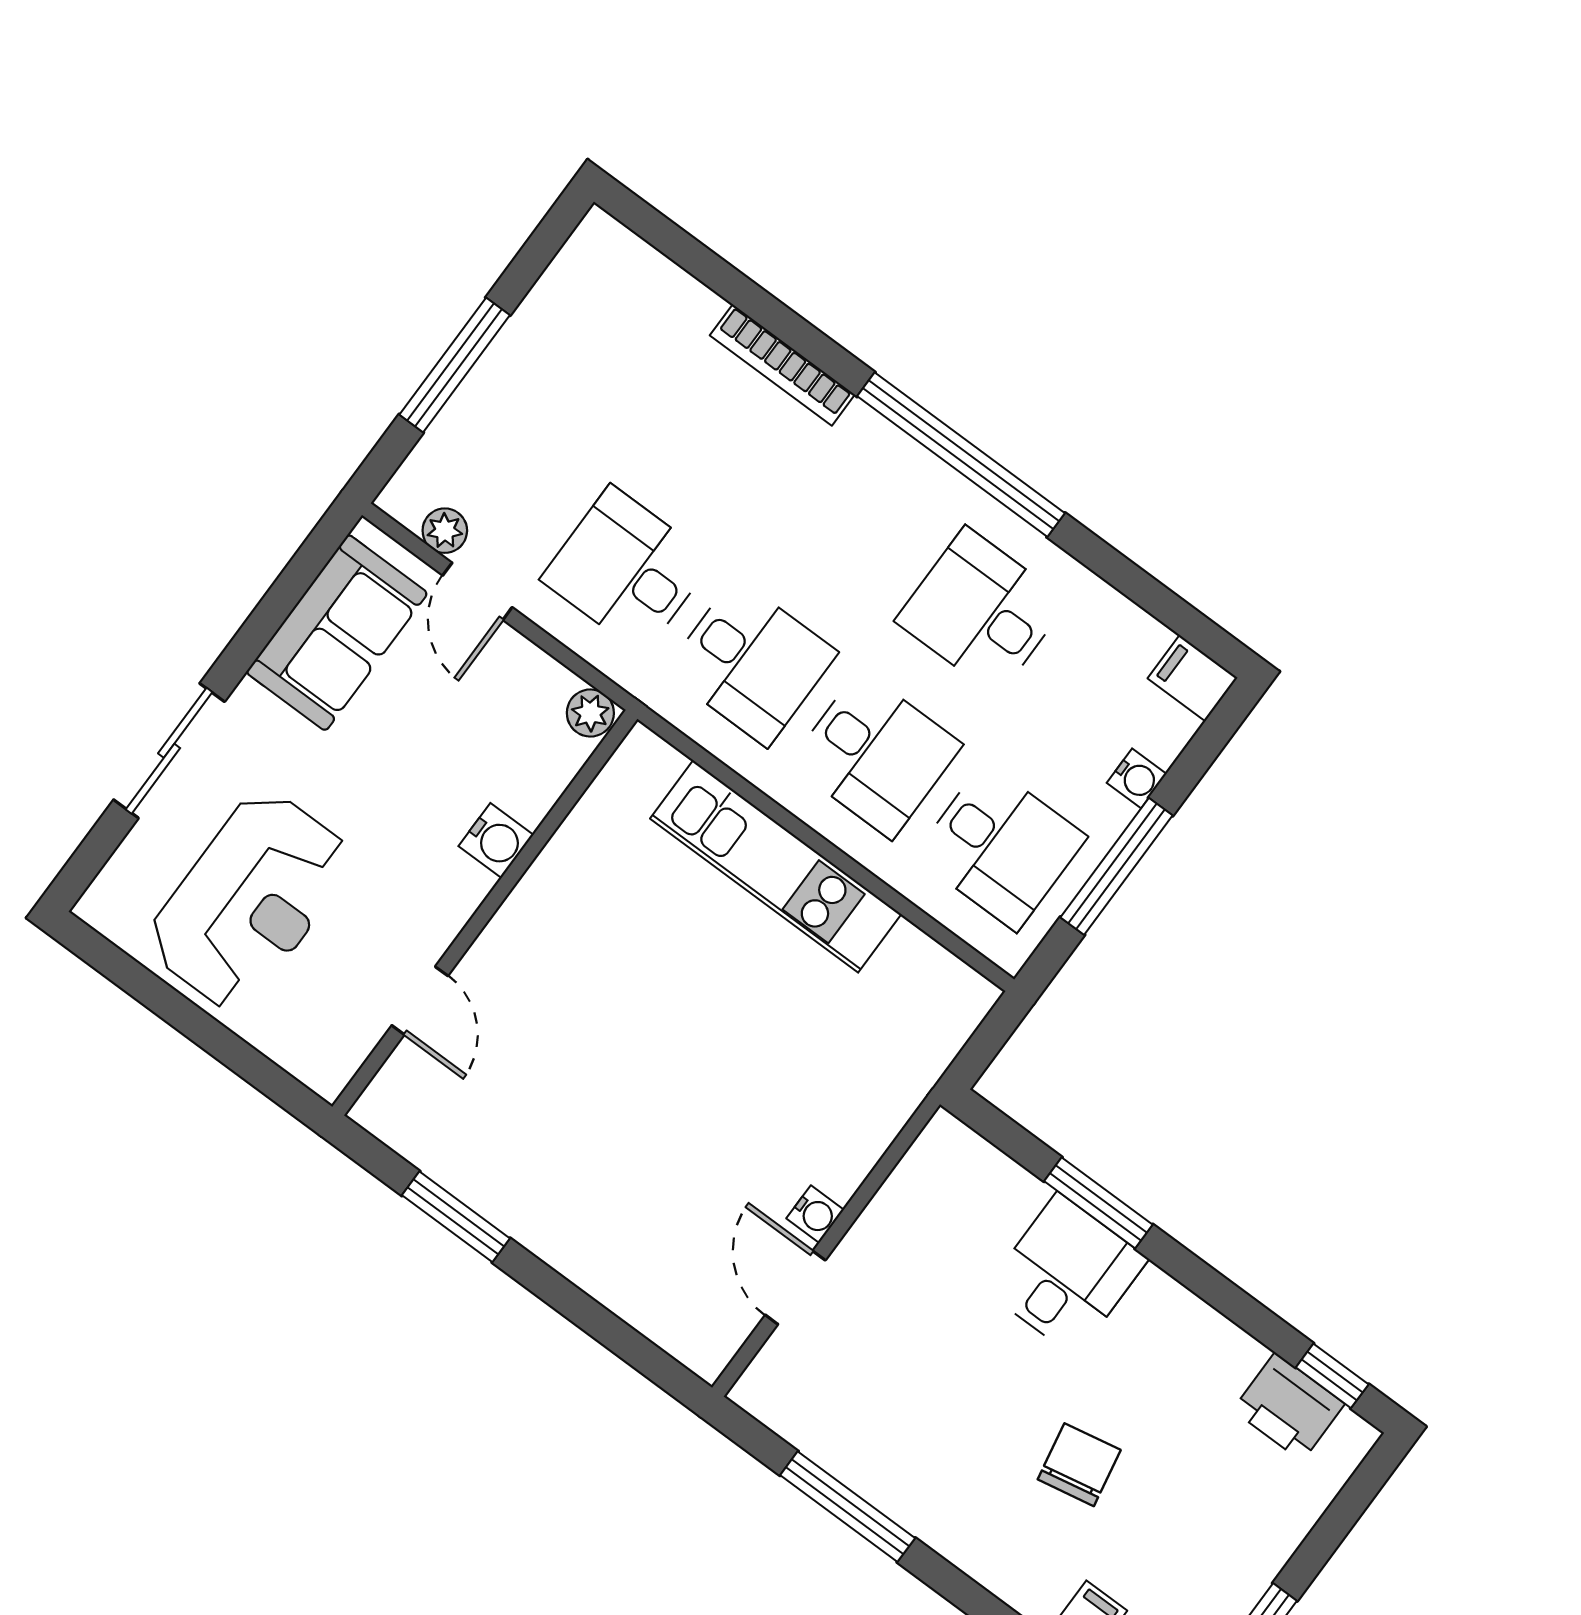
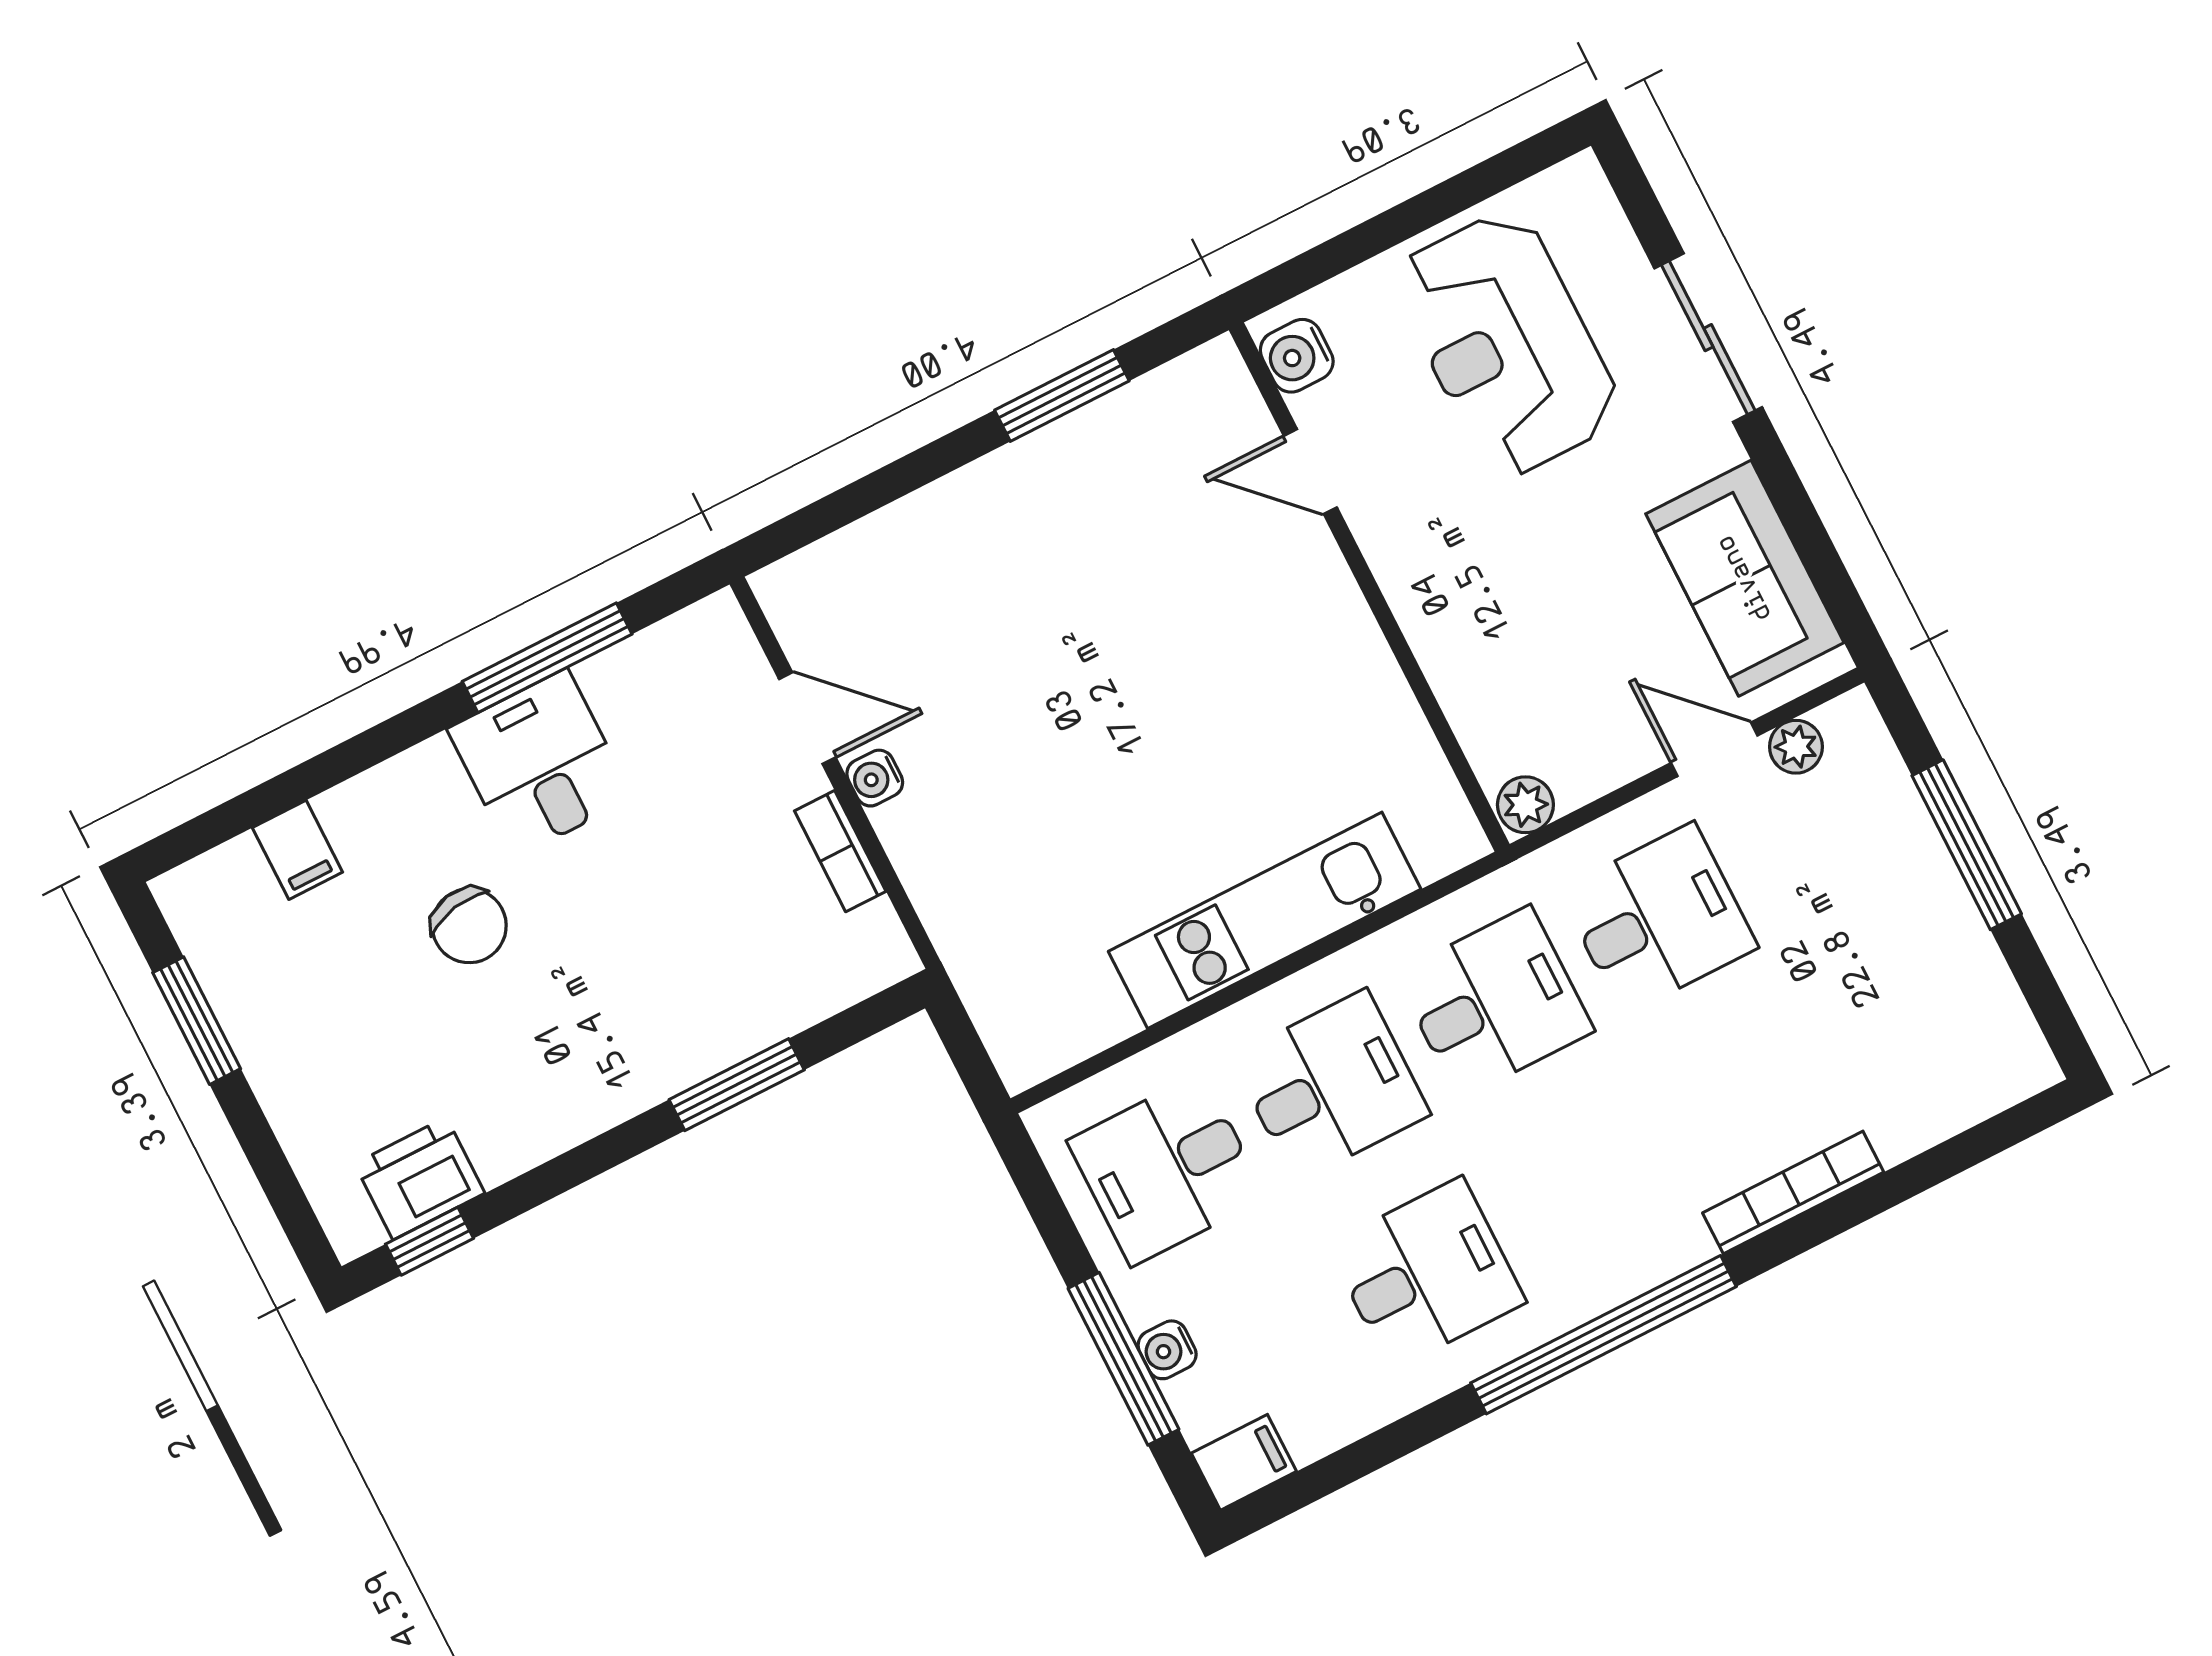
desk: (751, 662) -> (1494, 1002), turned 180
desk: (876, 754) -> (1331, 1086), turned 180
water cooler: (496, 841) -> (1297, 356), moved
window: (1117, 866) -> (1123, 1359), moved
bookcase: (883, 1213) -> (840, 851), added
desk: (1066, 1275) -> (540, 763), moved, turned 180

